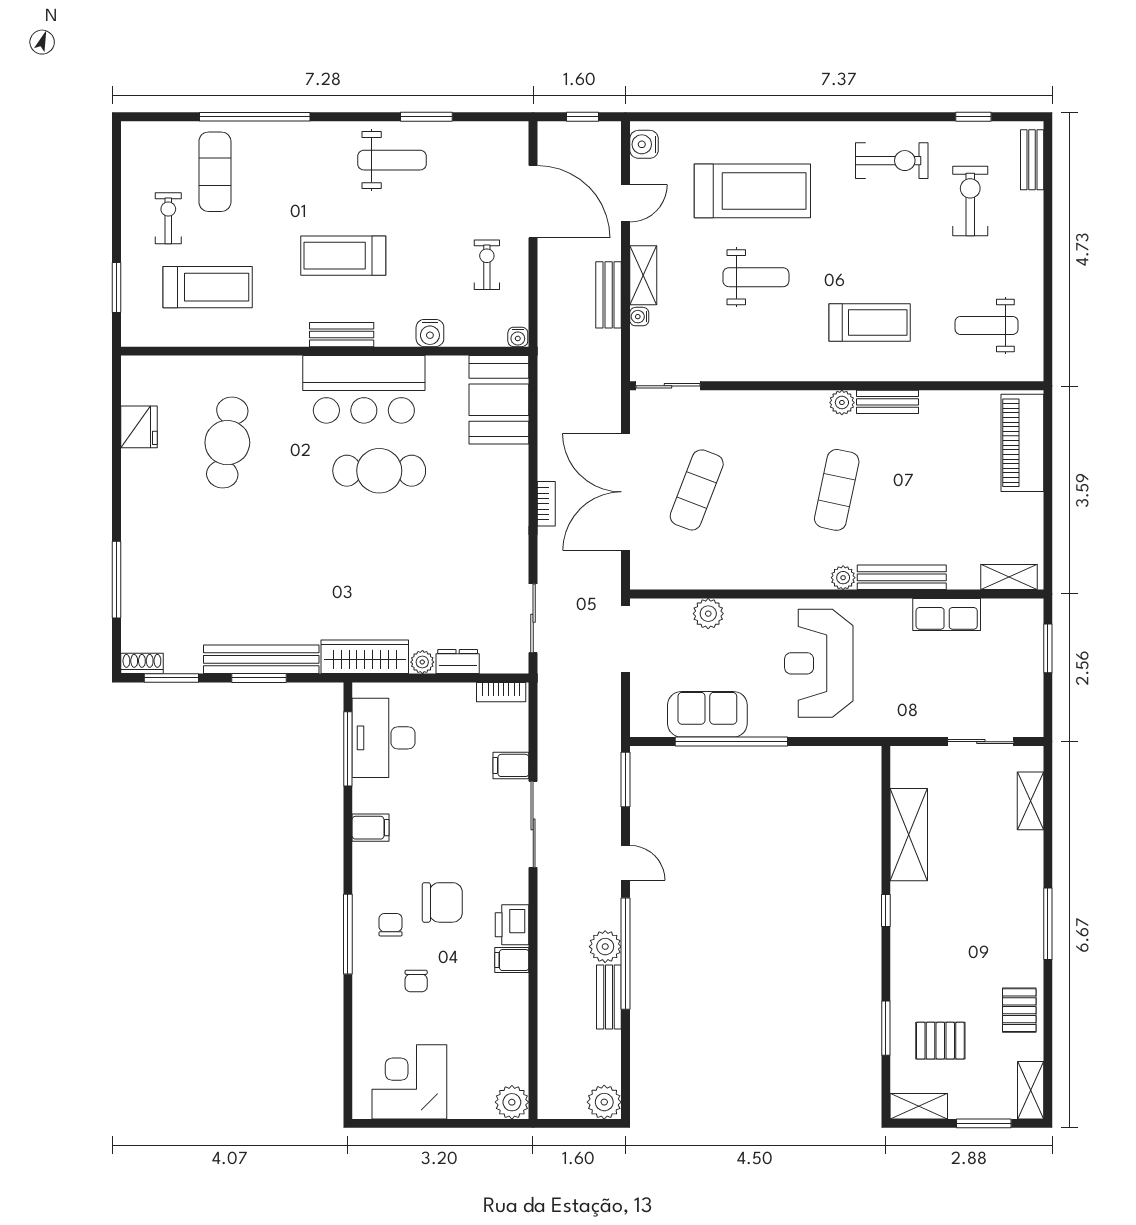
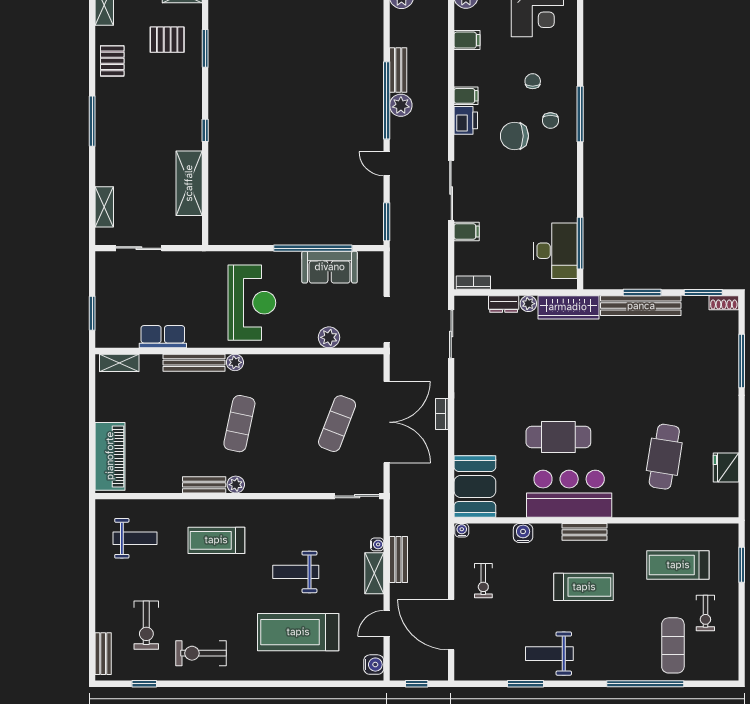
filing cabinet: (371, 828) -> (467, 40), moved, turned 180

